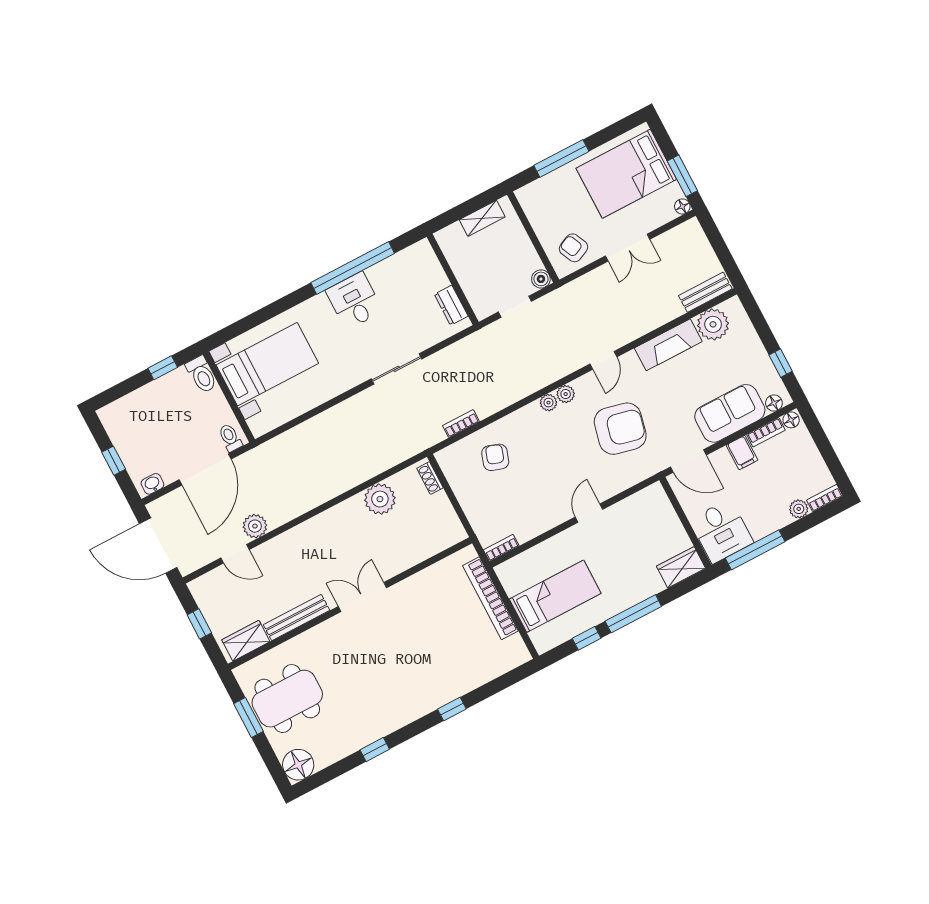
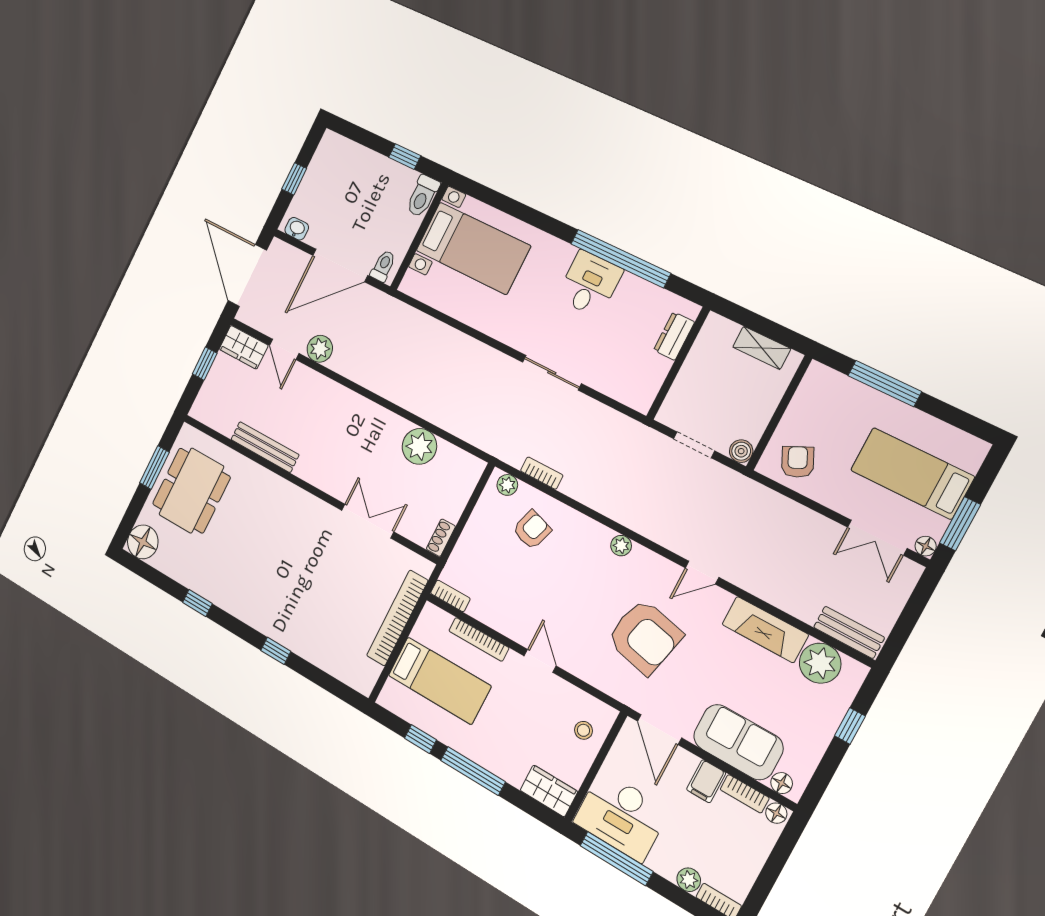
bed: (626, 174) -> (912, 473), width x0.67
double door: (628, 248) -> (877, 538), moved
dresser: (451, 305) -> (674, 336), moved
window: (781, 363) -> (850, 726), moved
plant: (566, 394) -> (507, 485), moved
shoe rack: (430, 478) -> (441, 538), moved
door: (589, 513) -> (540, 661), hinge flipped
stool: (656, 514) -> (583, 730), added
desk: (721, 531) -> (621, 816), width x1.37
bookcase: (545, 548) -> (479, 639), added
double door: (362, 597) -> (368, 521), moved
wardrobe: (246, 641) -> (244, 347), moved, turned 180
dining table: (287, 699) -> (191, 491), turned 90

